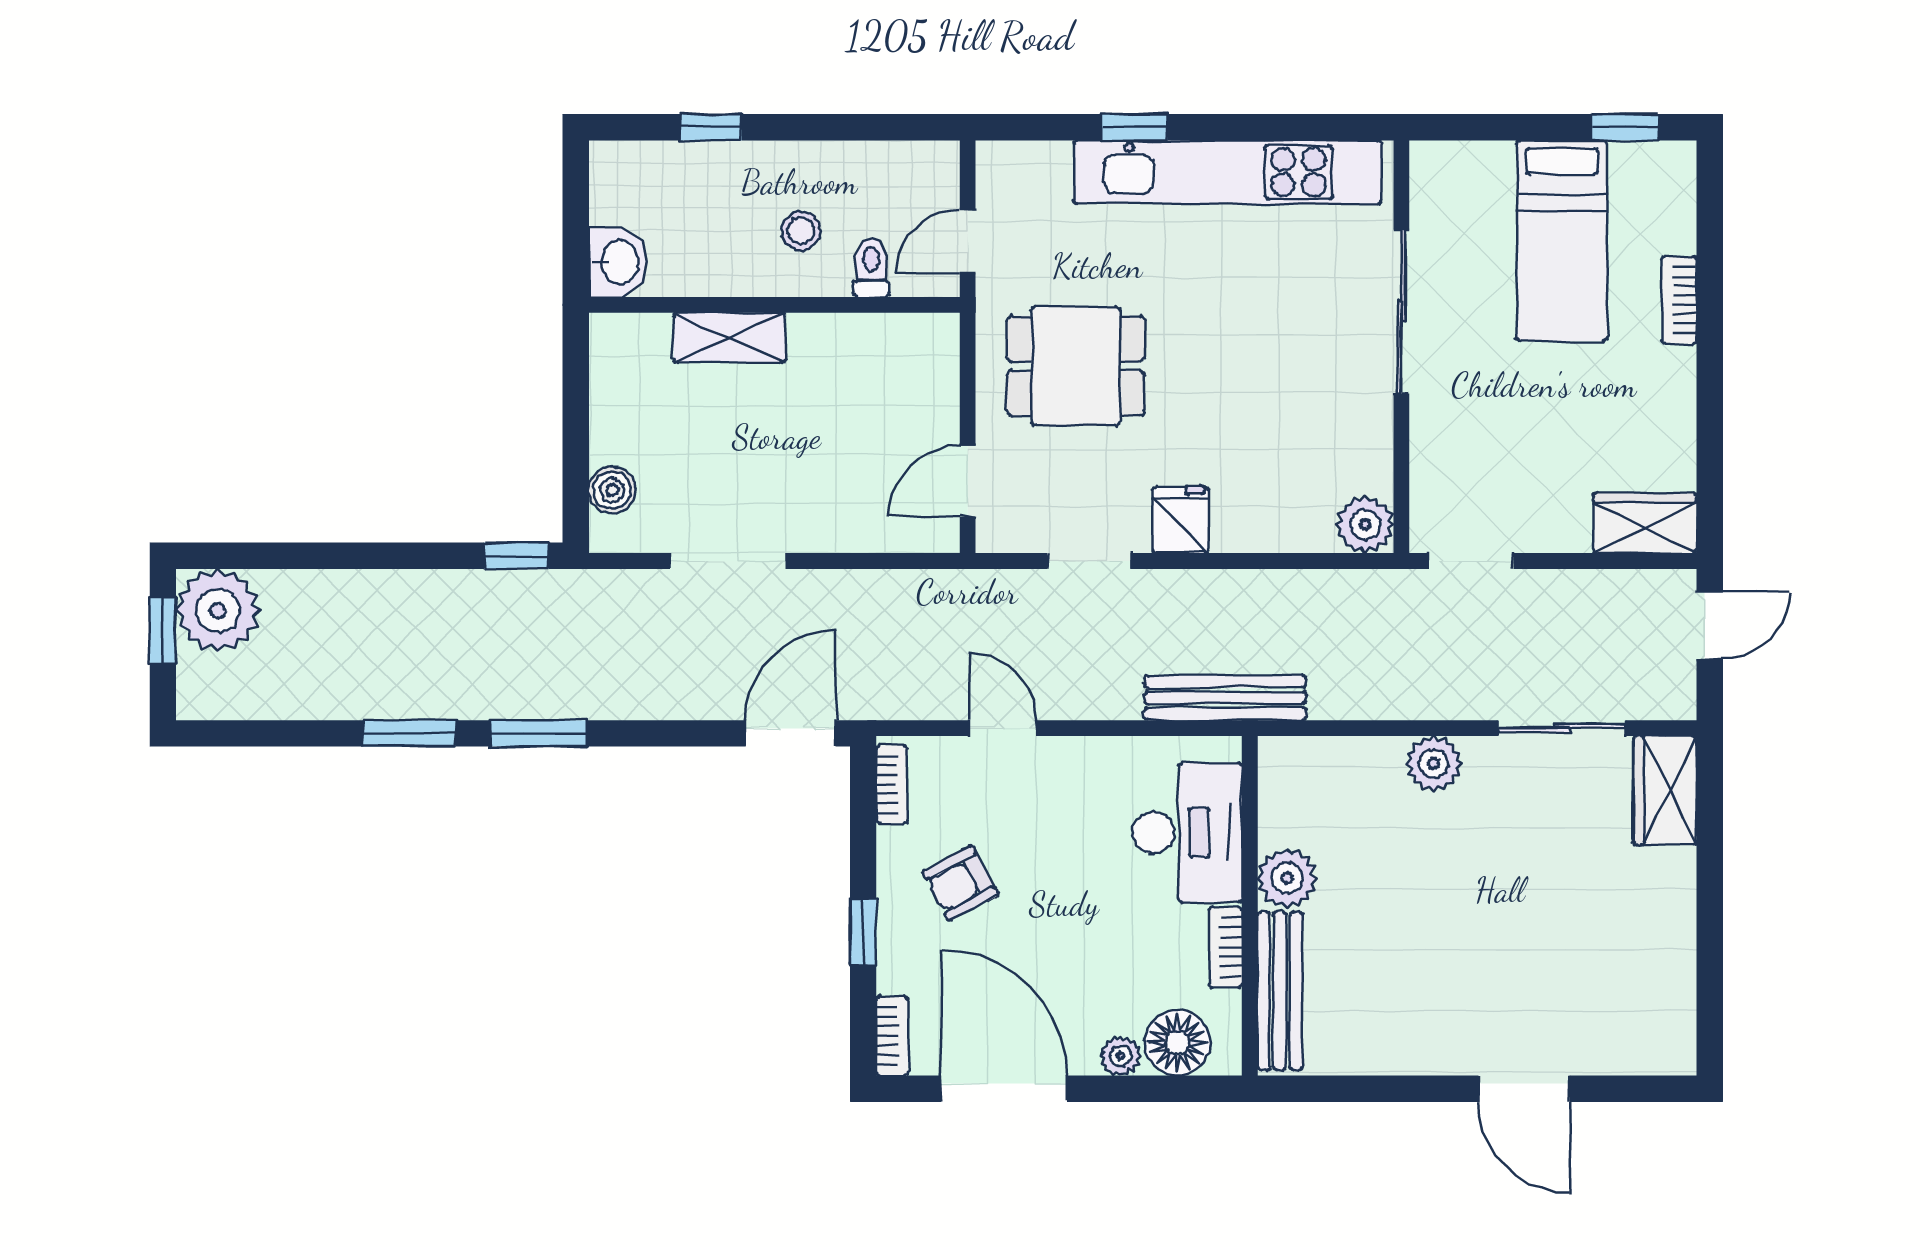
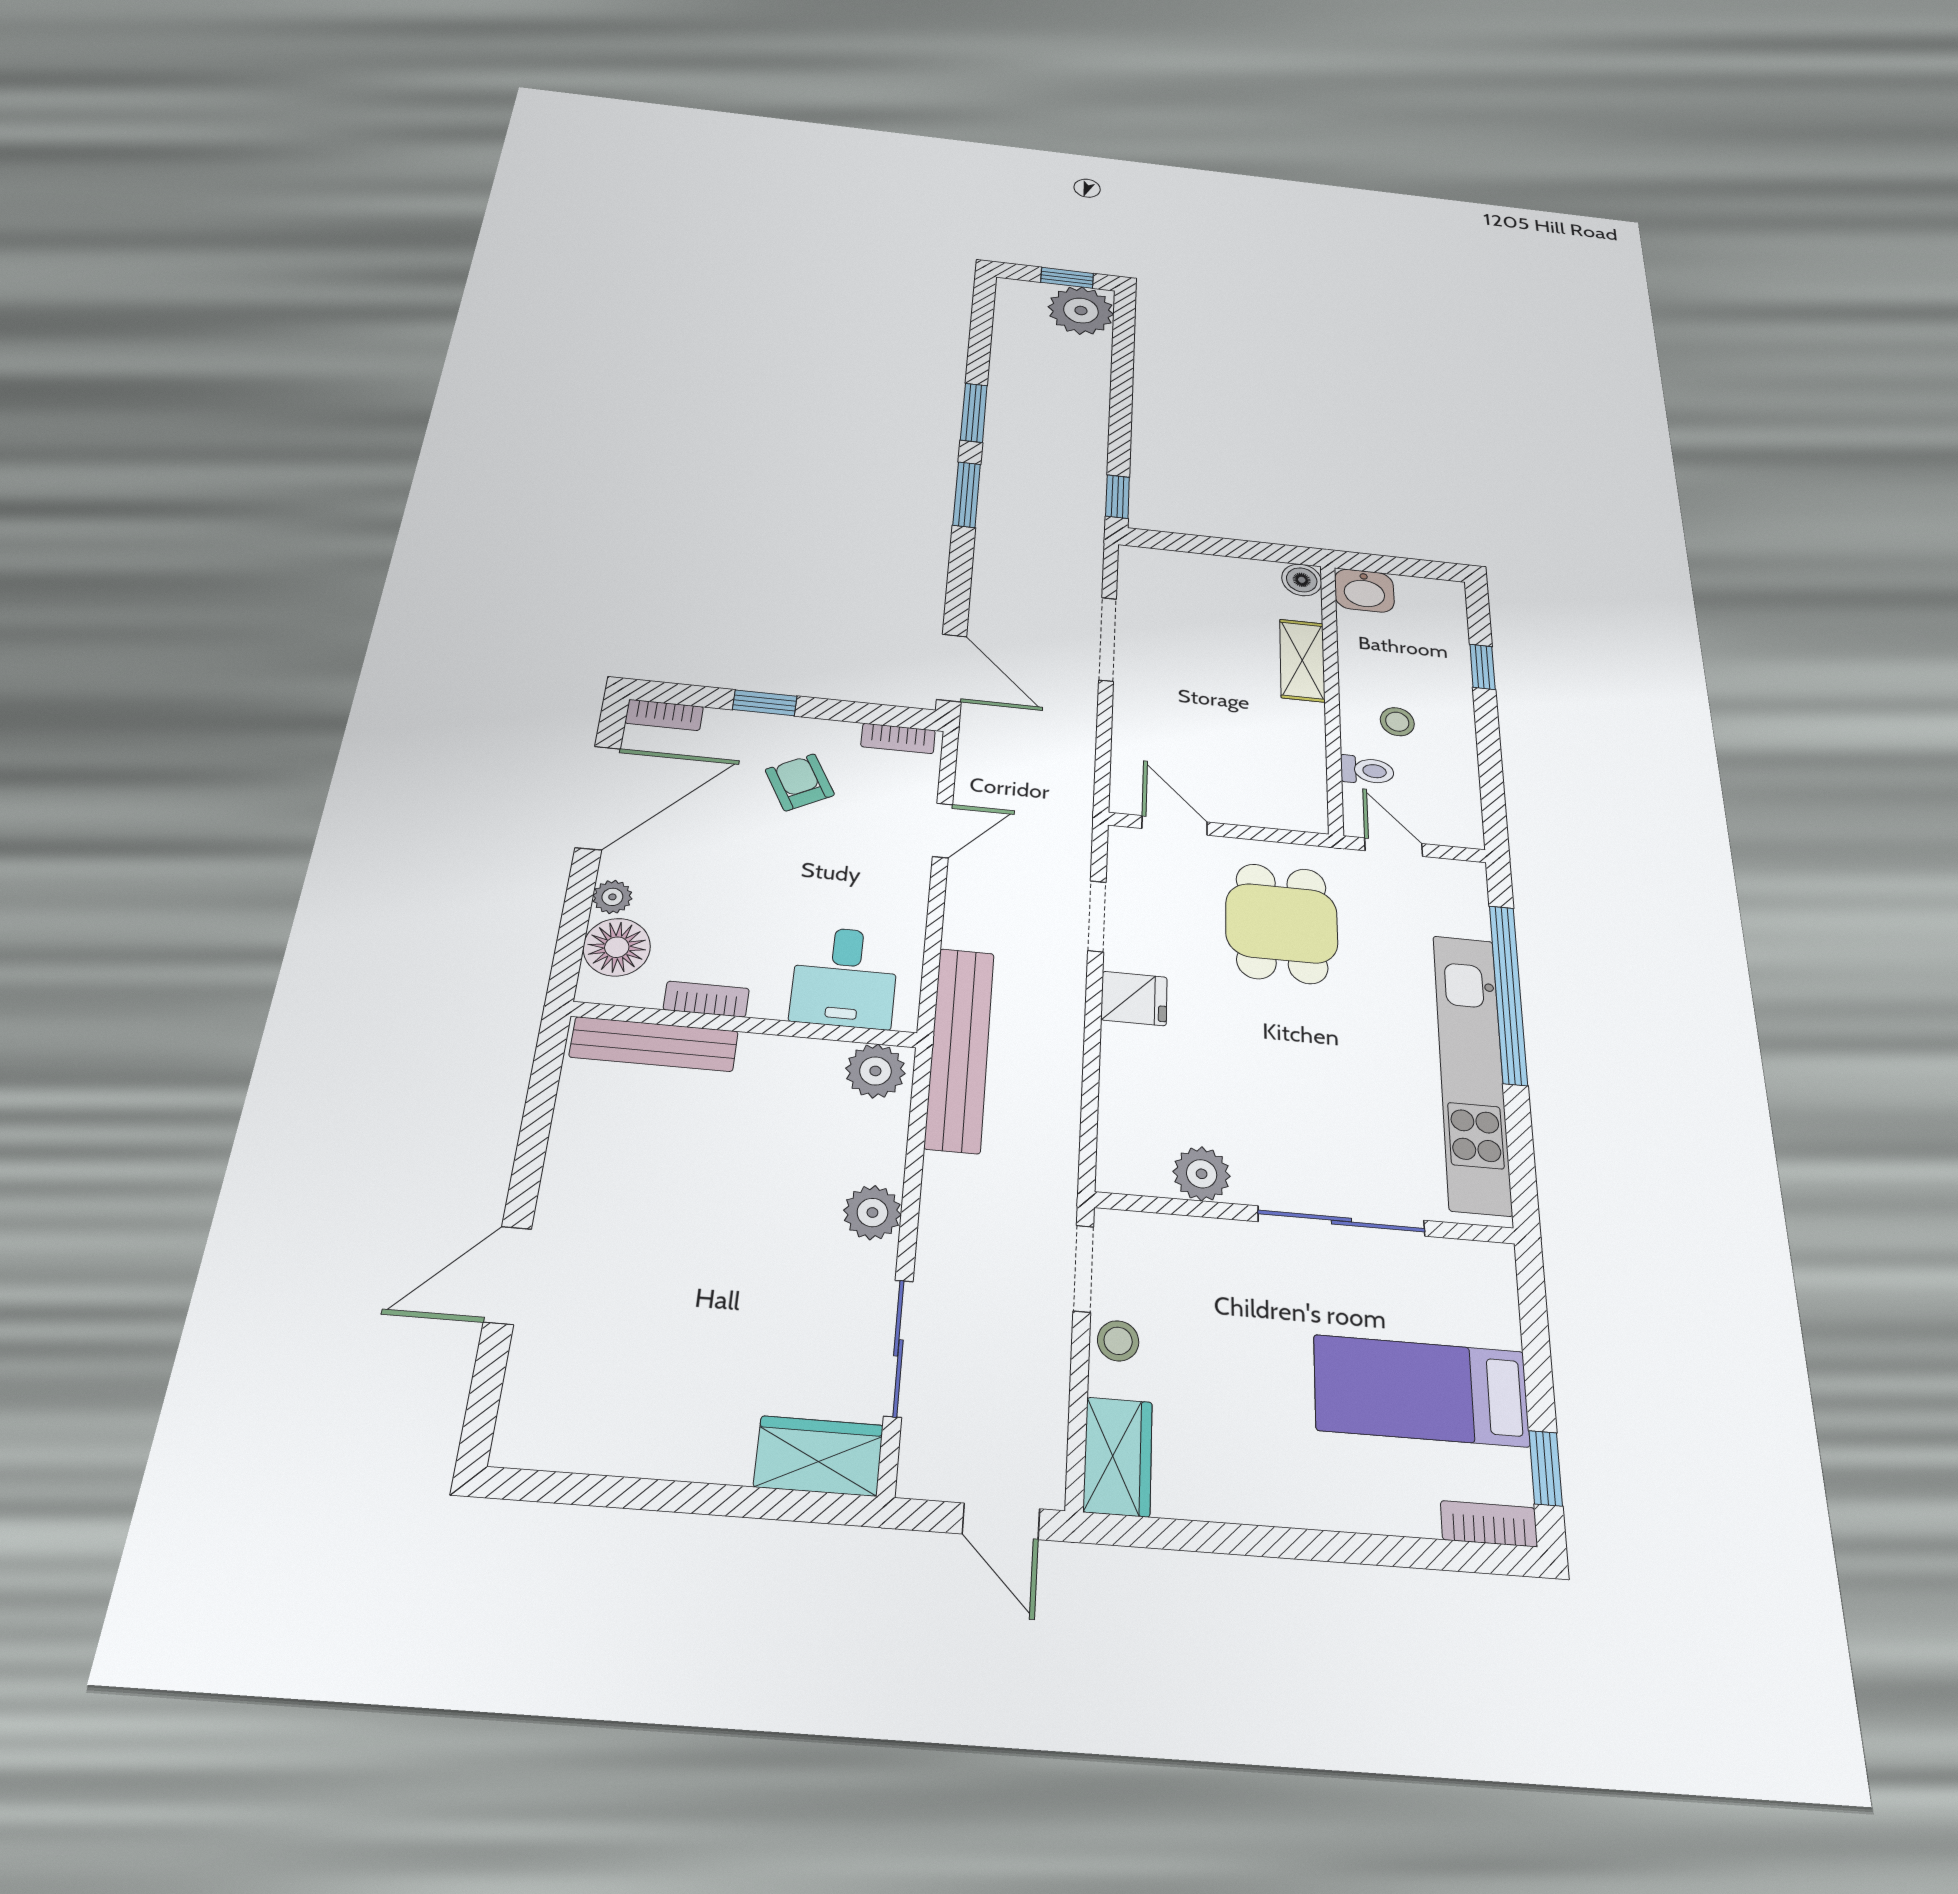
window: (1134, 127) -> (1508, 994), width x3.17
bookcase: (1679, 300) -> (1489, 1524), moved
boiler: (612, 490) -> (1302, 580), moved
plant: (1365, 525) -> (1202, 1174), moved
stool: (1538, 526) -> (1118, 1341), added
bench: (1225, 698) -> (960, 1049), width x1.37, depth x1.21
desk: (1187, 833) -> (845, 977), width x0.73
plant: (1287, 878) -> (875, 1071), moved

